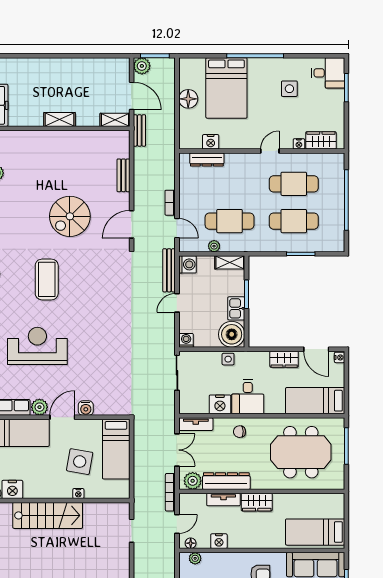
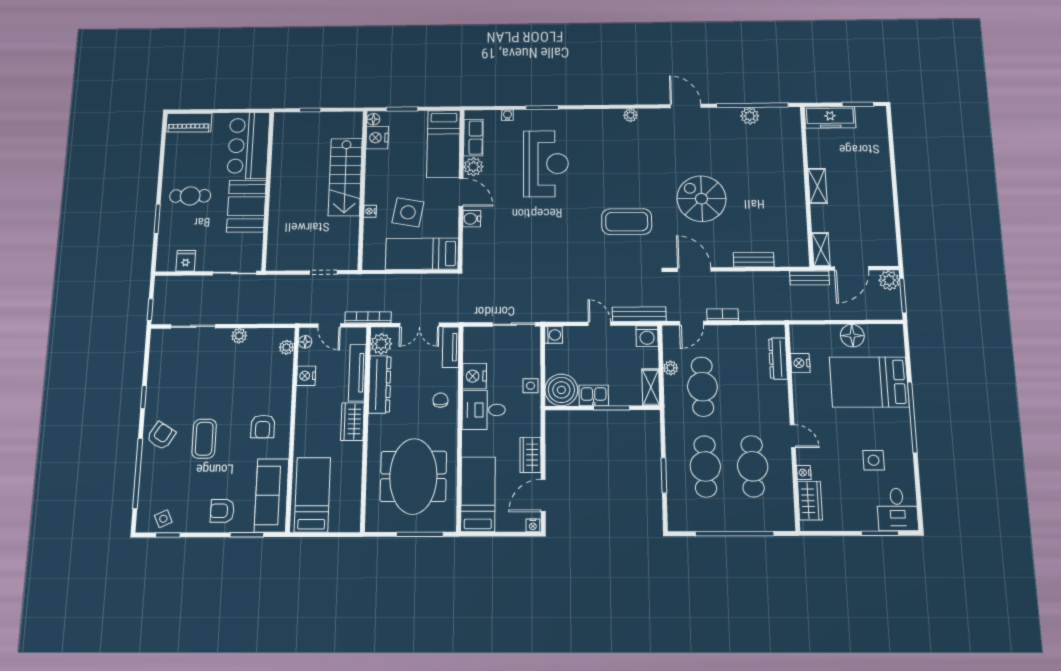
coffee table: (47, 279) -> (627, 222), moved
tv unit: (223, 500) -> (357, 373), width x1.41

